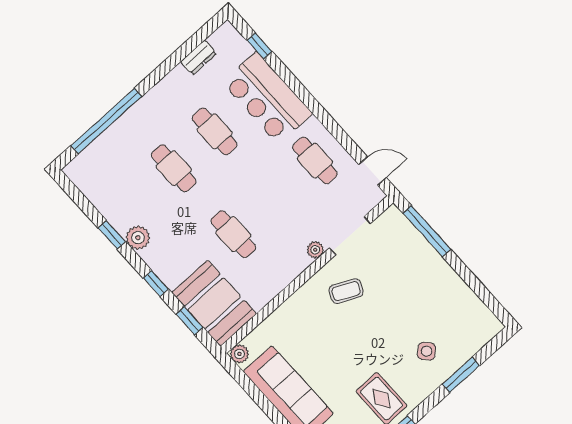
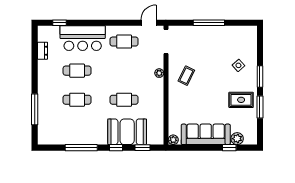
window: (106, 121) -> (35, 109), width x0.68
window: (427, 231) -> (209, 23), moved
window: (112, 235) -> (81, 148), width x2.17
doorway: (350, 236) -> (166, 42), moved
plant: (138, 238) -> (92, 138), removed
booth: (214, 303) -> (127, 132), moved
window: (461, 375) -> (260, 76), moved

